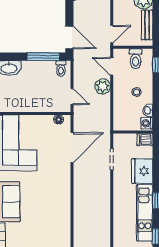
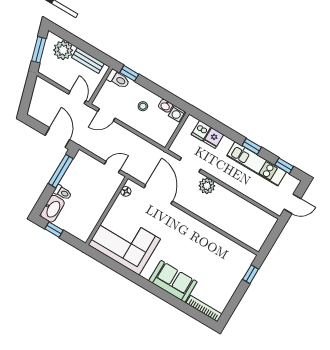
door: (69, 37) -> (57, 137), hinge flipped
toilet: (135, 59) -> (118, 79), moved
toilet: (61, 69) -> (63, 192), moved
plant: (103, 86) -> (207, 186), moved
dishwasher: (145, 139) -> (201, 131), moved
fridge: (142, 171) -> (214, 138), width x0.53, depth x0.75

